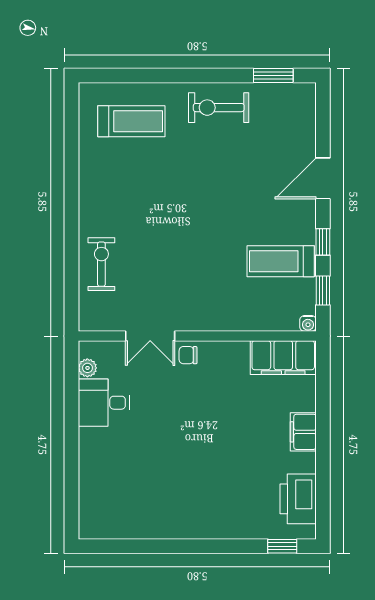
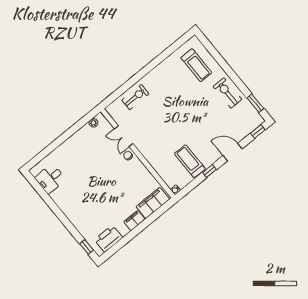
window: (323, 290) -> (258, 131), moved
filing cabinet: (283, 358) -> (153, 203), moved, turned 90
desk: (104, 403) -> (50, 179), moved, turned -90

